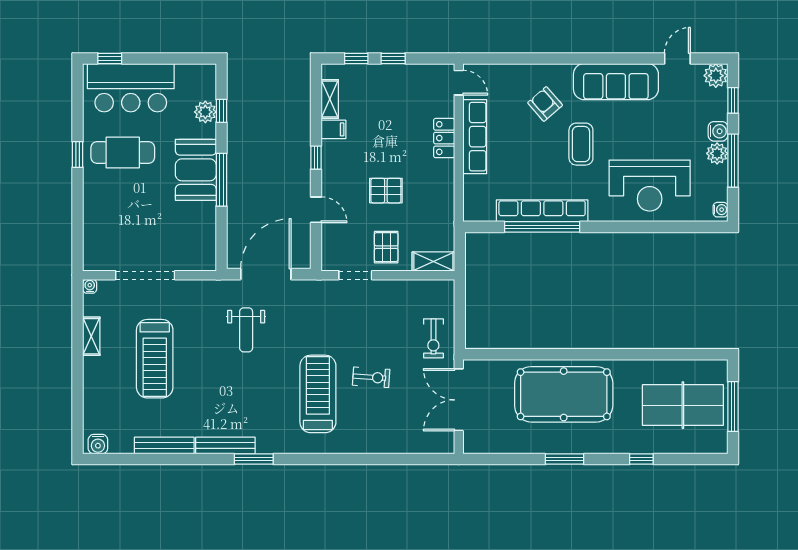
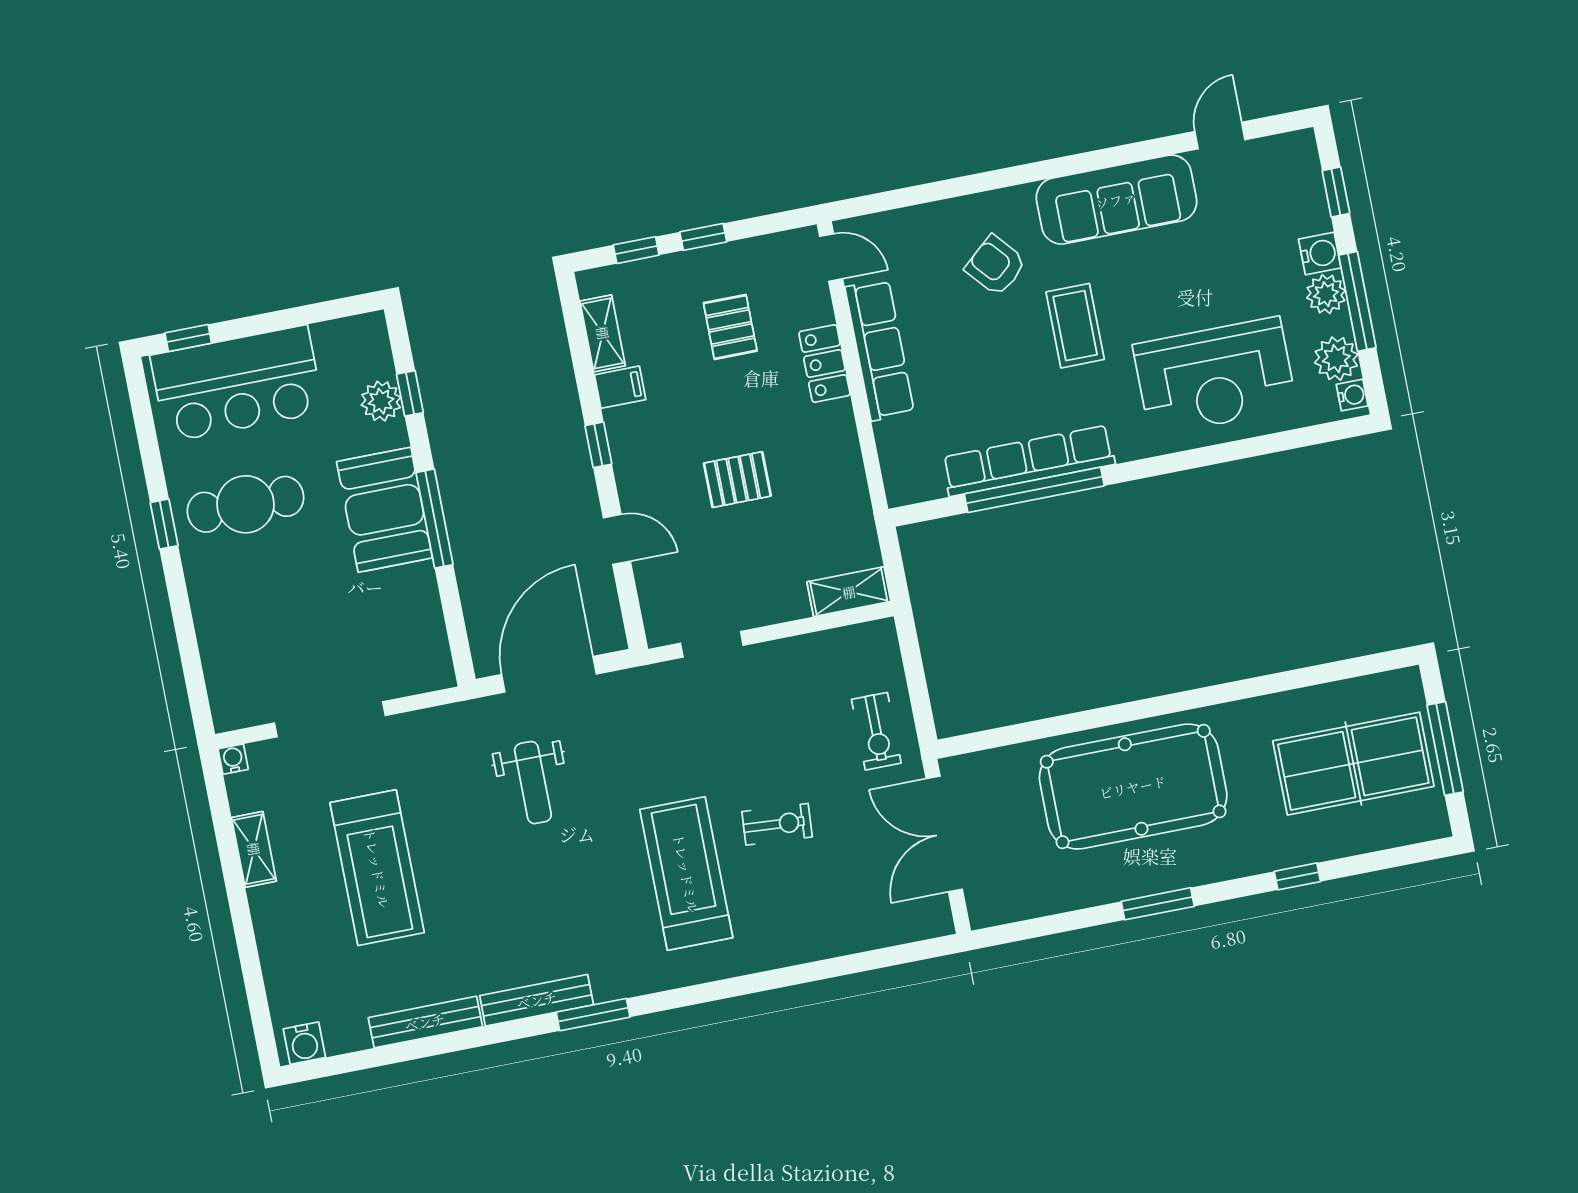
plant: (716, 76) -> (1336, 359), moved
pallet: (386, 247) -> (730, 327), moved

